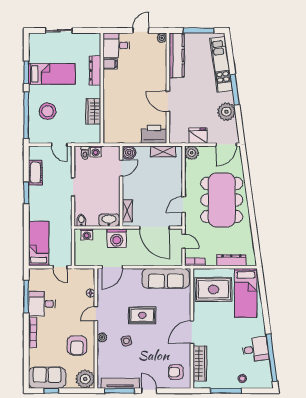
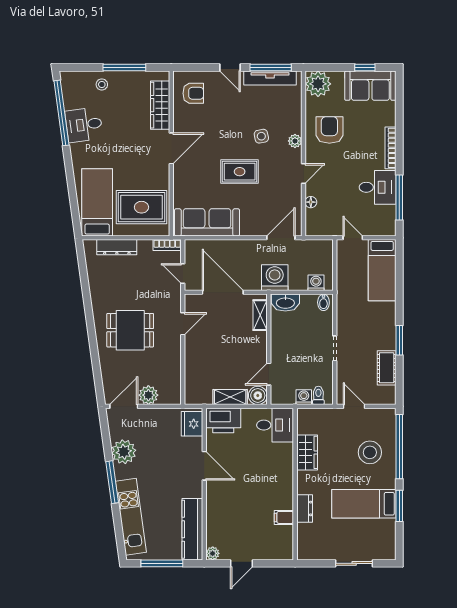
desk: (116, 45) -> (275, 425), moved
dresser: (95, 70) -> (305, 508), width x0.70
fridge: (198, 136) -> (192, 424), moved, turned 90
shelving: (163, 151) -> (230, 397), moved
plant: (192, 153) -> (148, 395), moved
dining table: (222, 200) -> (130, 330), width x0.53, depth x0.80

